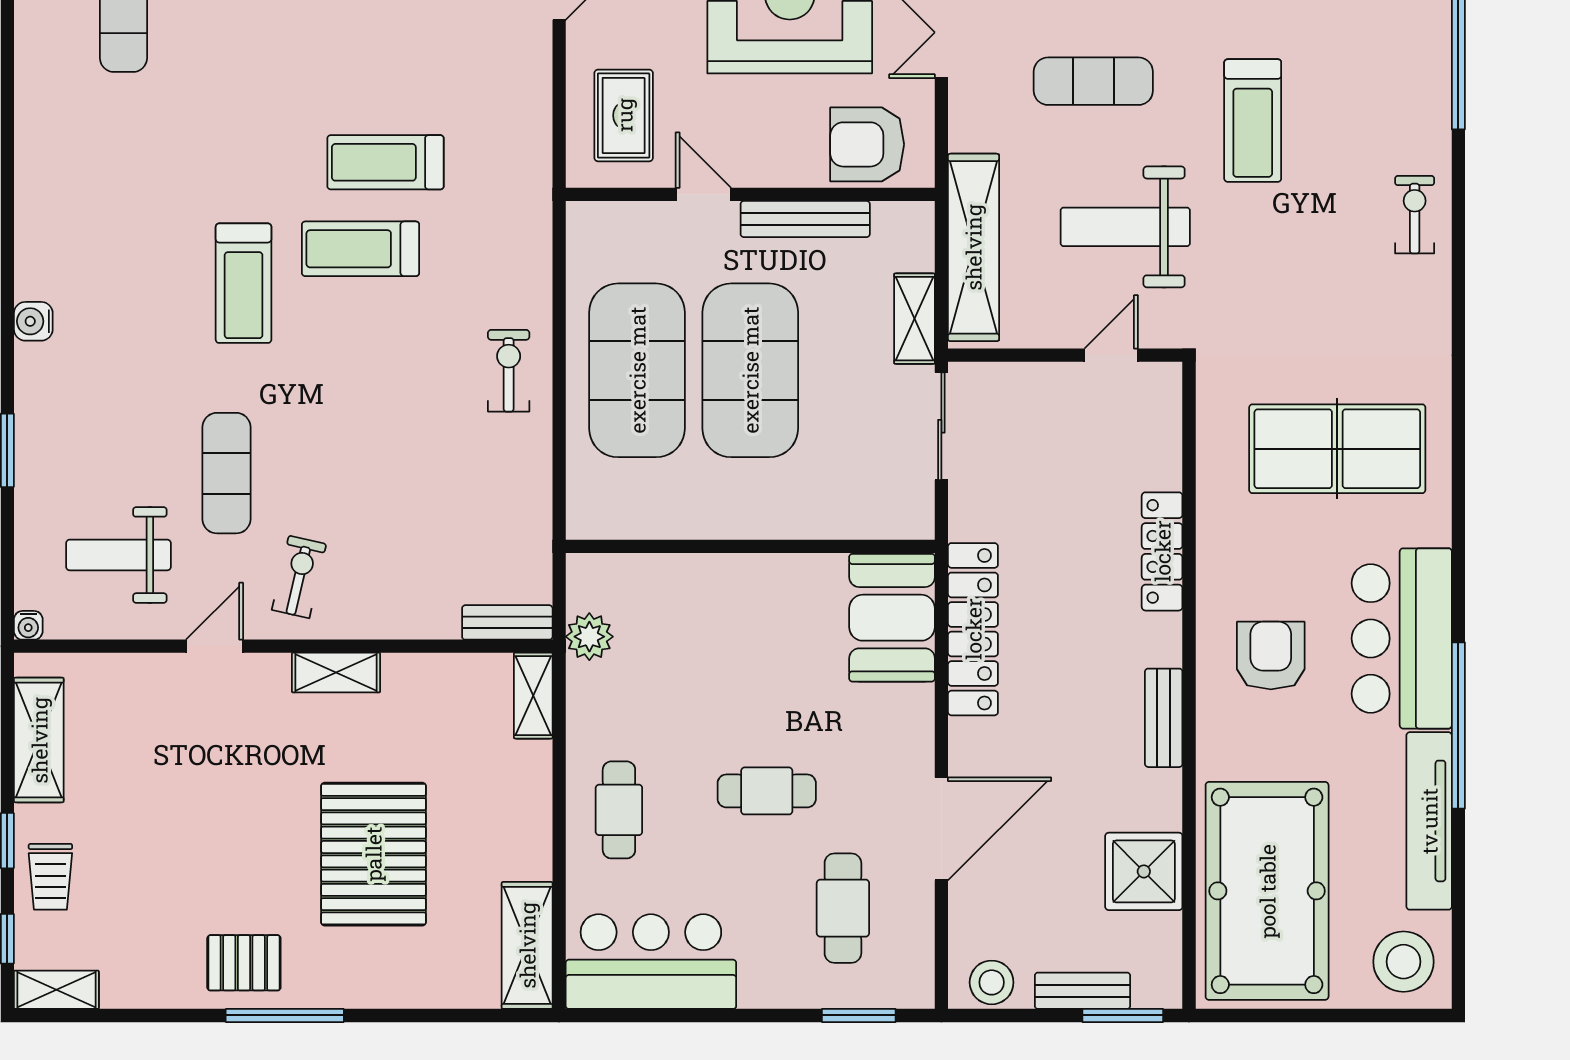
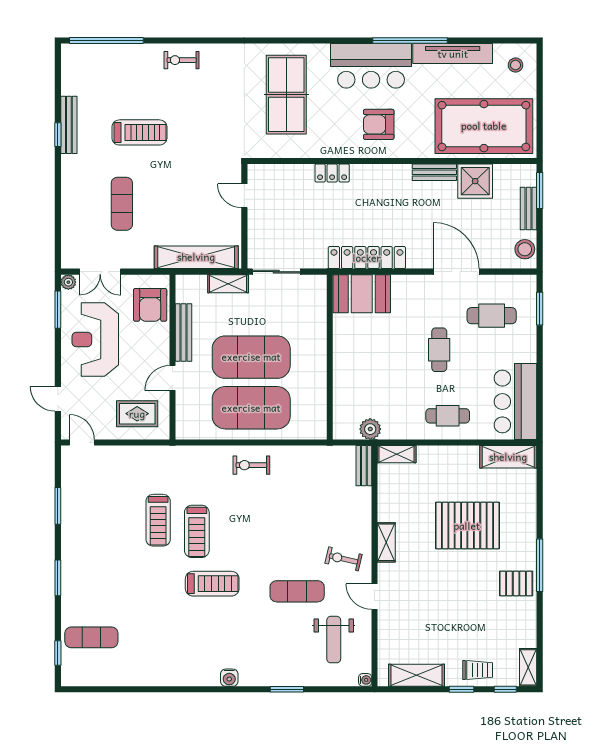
weight bench: (1125, 227) -> (187, 189), removed
locker: (1162, 551) -> (332, 173), width x0.66
bench: (1164, 718) -> (434, 172), moved
stool: (1403, 962) -> (516, 65), width x0.53, depth x0.53
pallet: (244, 963) -> (516, 583), turned 90

